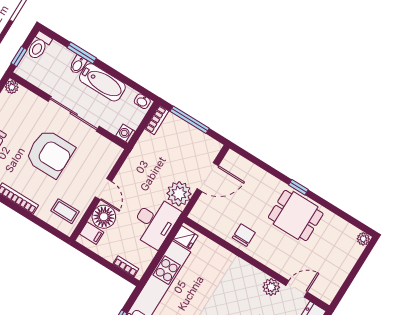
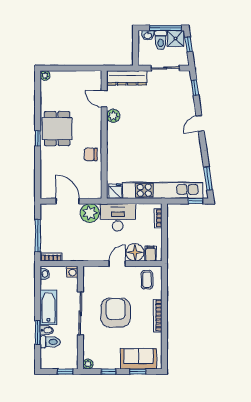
toilet: (39, 46) -> (50, 342), moved

